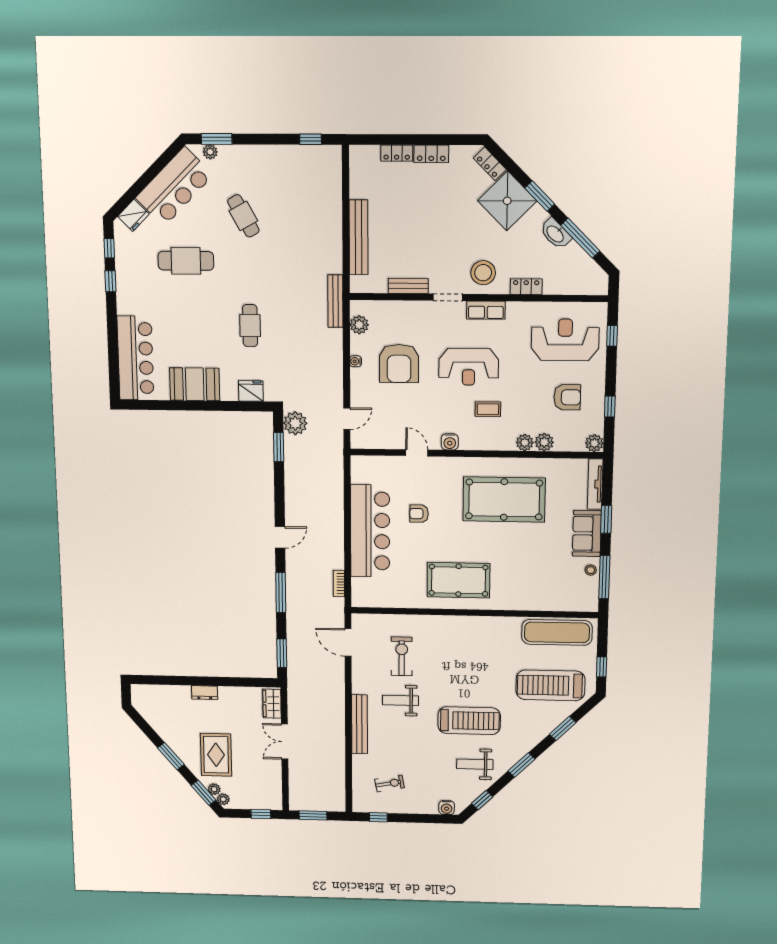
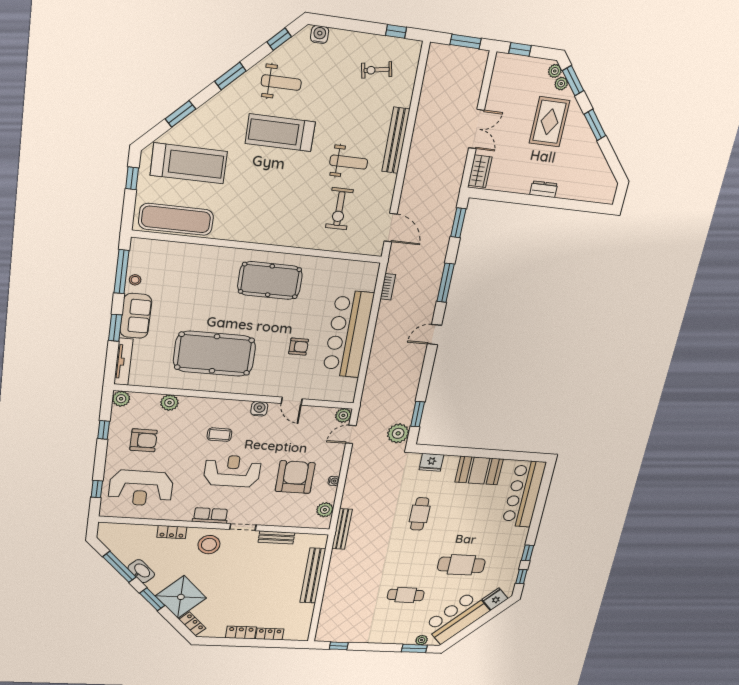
cafe table: (243, 216) -> (406, 595), turned -61
armchair: (567, 397) -> (144, 440), turned 180
plant: (525, 443) -> (343, 415), moved

